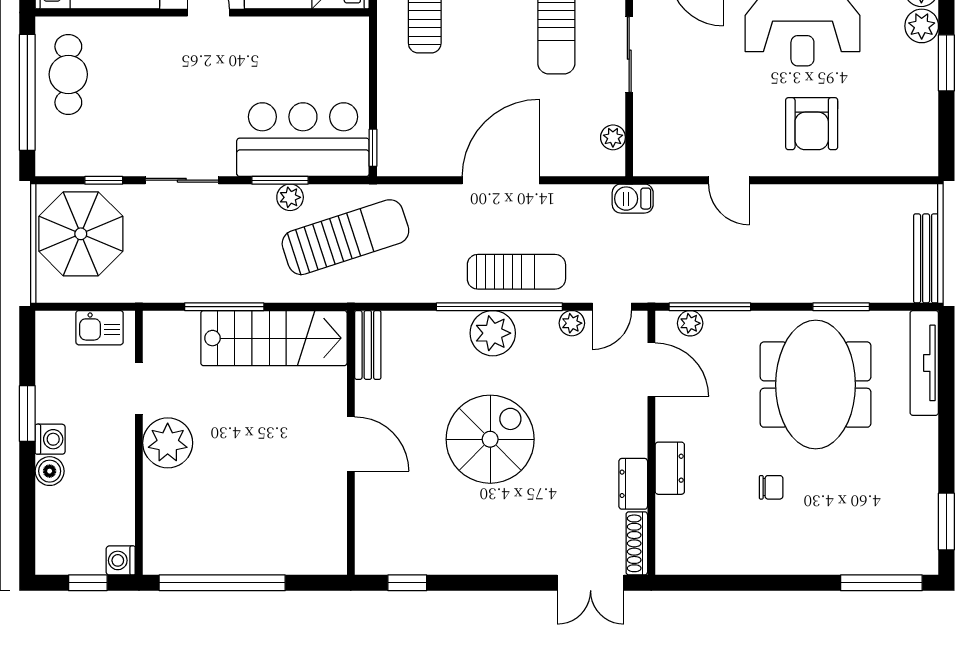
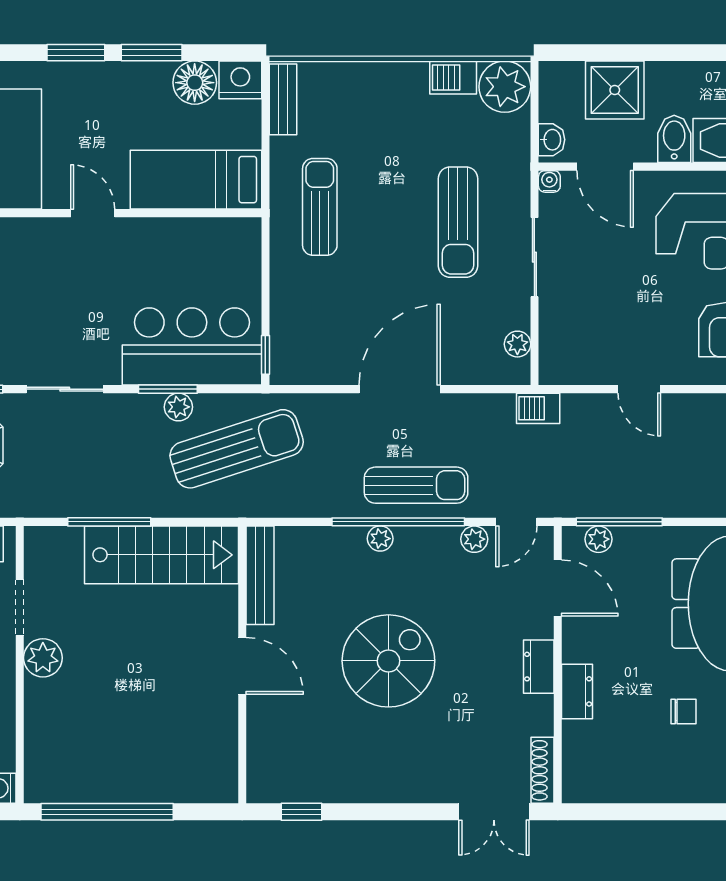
plant: (493, 333) -> (380, 539), width x0.53, depth x0.53
bench: (368, 345) -> (260, 575), width x1.36
plant: (168, 443) -> (43, 658), width x0.73, depth x0.73
dresser: (633, 484) -> (539, 667), moved

